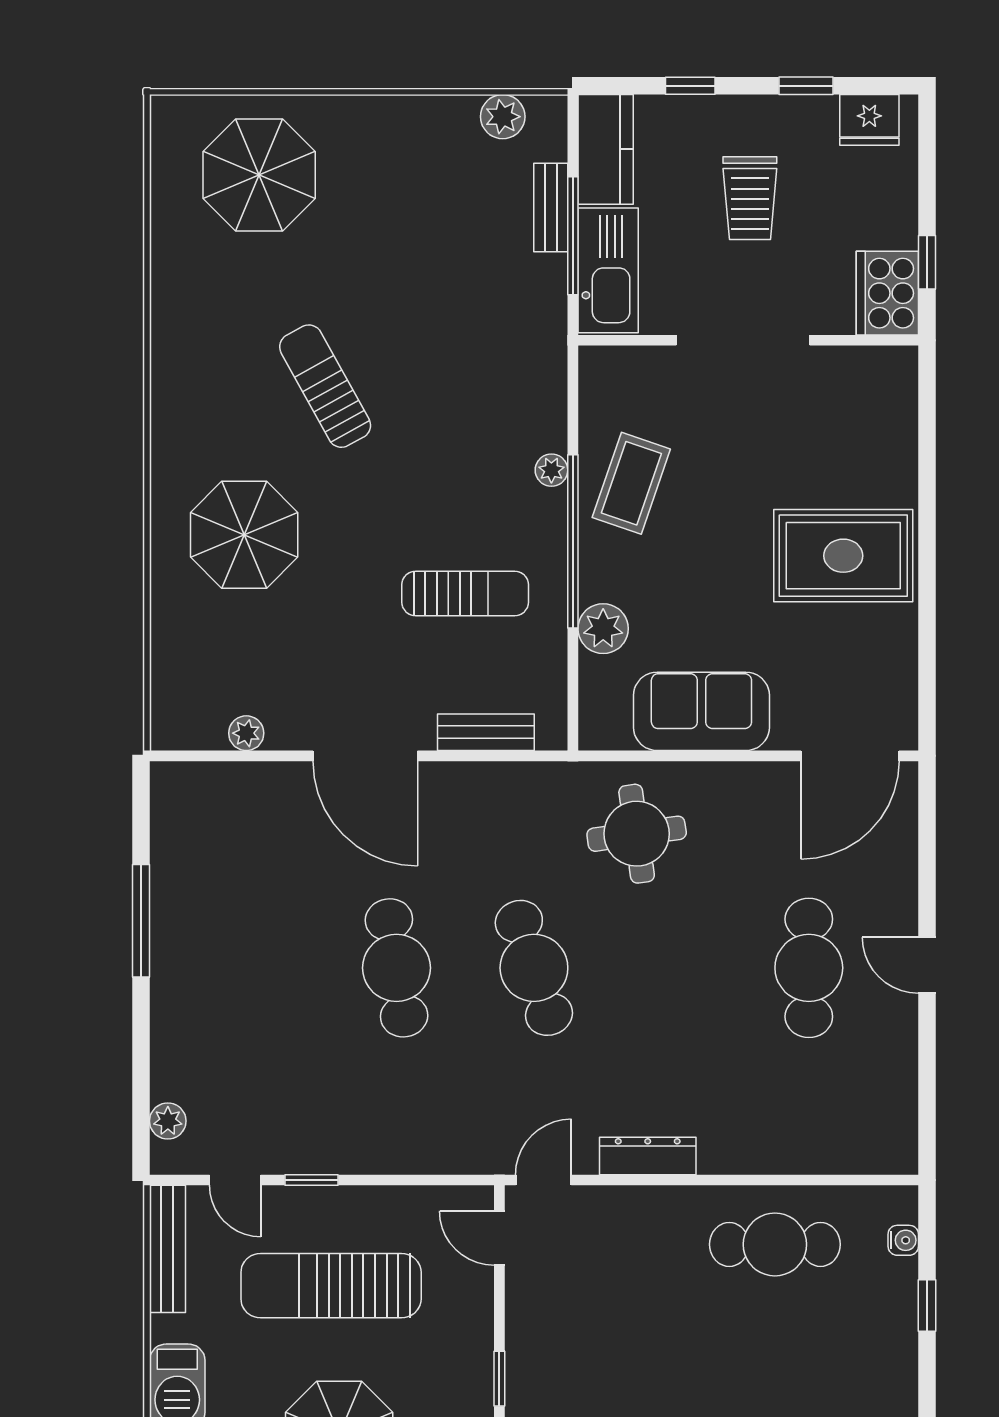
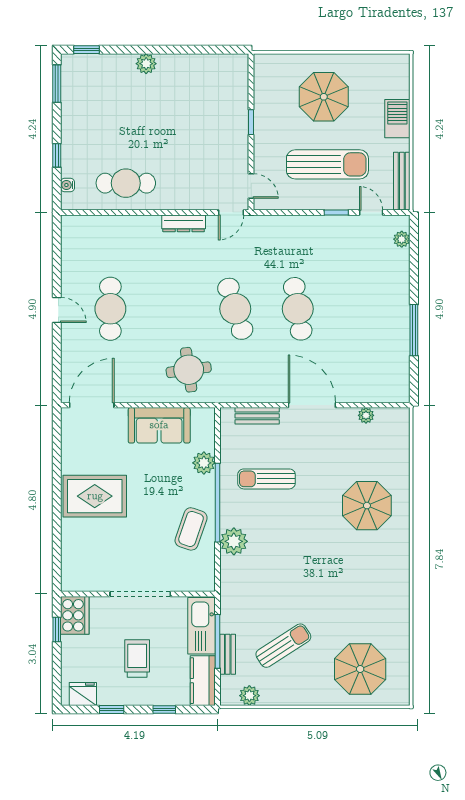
sun lounger: (325, 386) -> (283, 646), moved, turned -94
plant: (551, 470) -> (234, 541), width x1.88, depth x1.88

